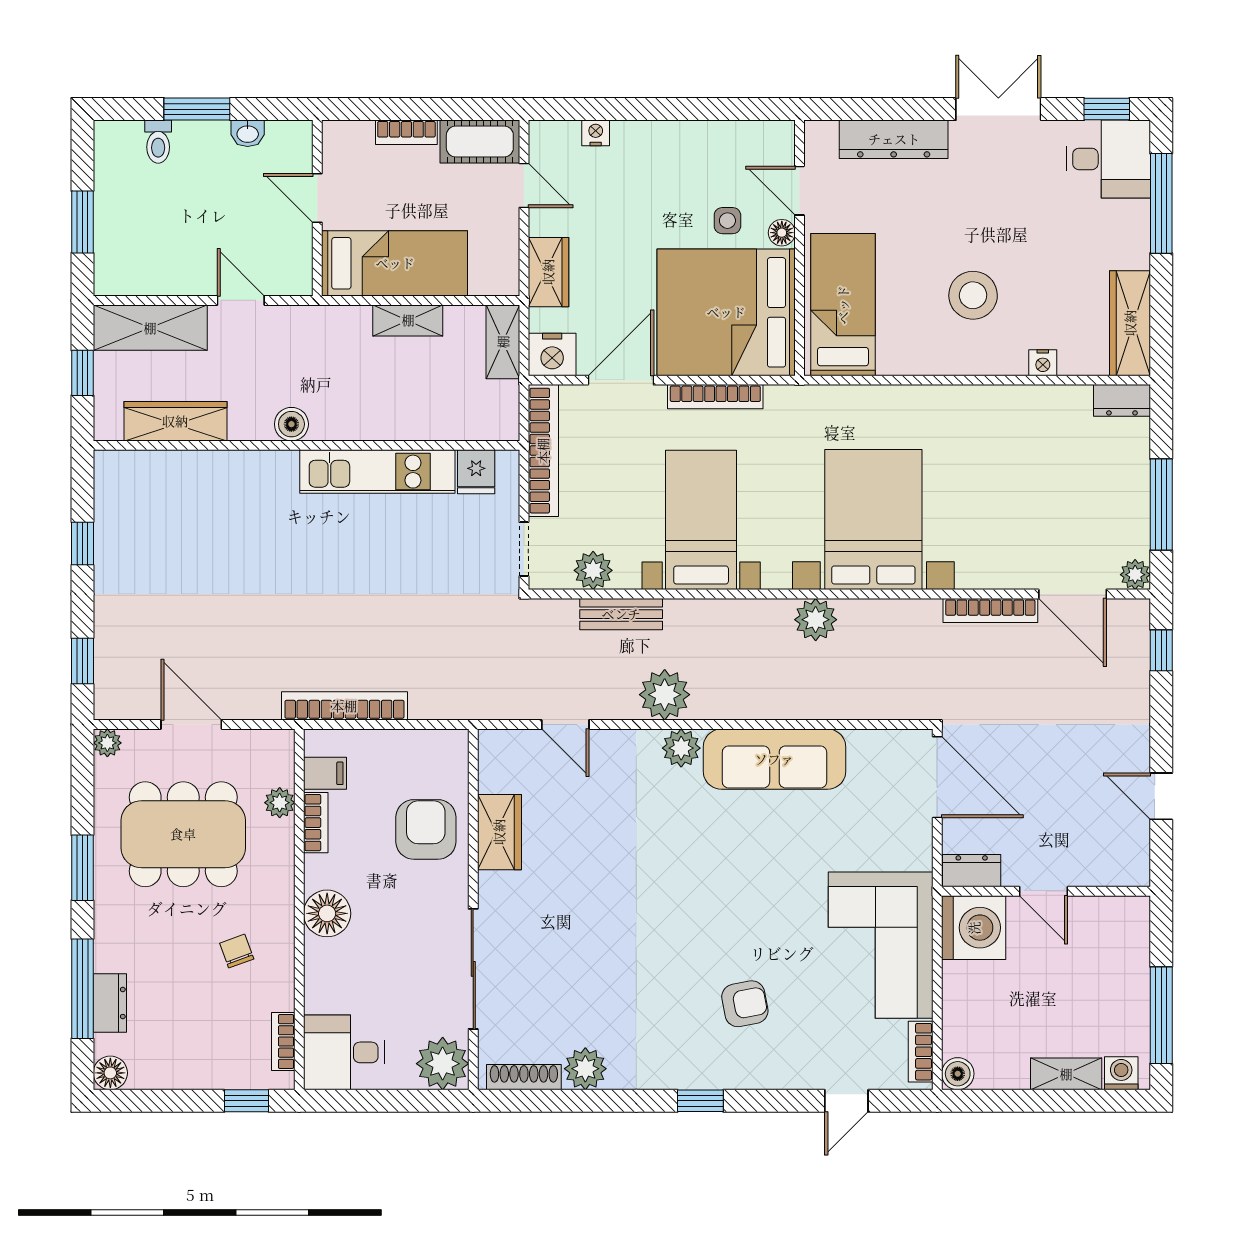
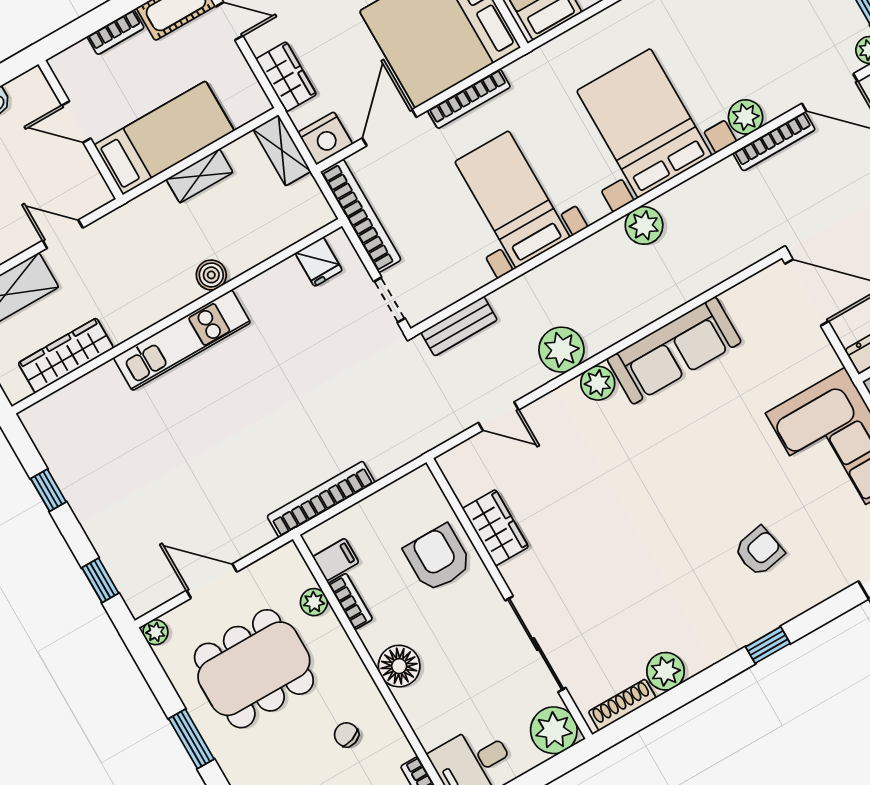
boiler: (291, 424) -> (211, 275), moved
kitchen unit: (377, 472) -> (182, 340), moved
plant: (593, 570) -> (746, 117), moved
bench: (621, 614) -> (459, 326), moved

